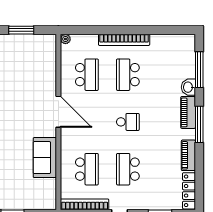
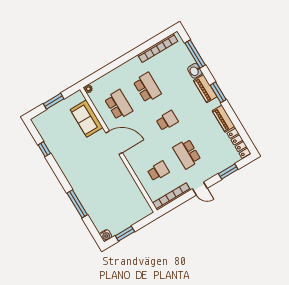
bookcase: (124, 40) -> (158, 48), moved
school desk: (128, 75) -> (147, 88), turned 180
window: (199, 124) -> (218, 92), width x0.69
sofa: (45, 158) -> (87, 118), moved
school desk: (87, 169) -> (158, 171), width x0.54

